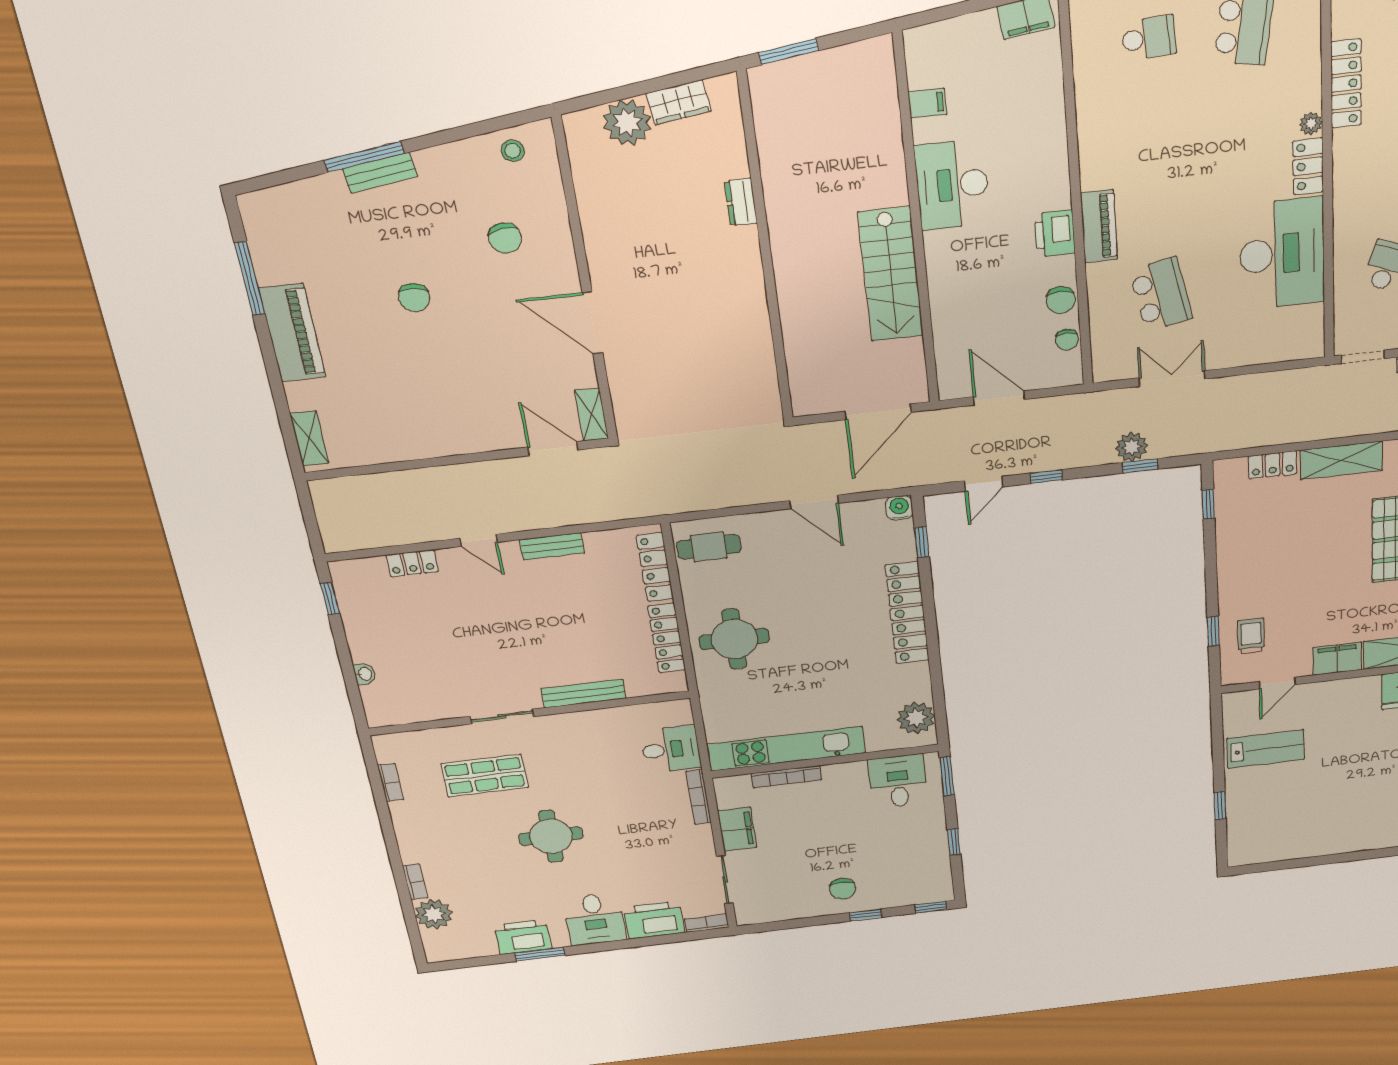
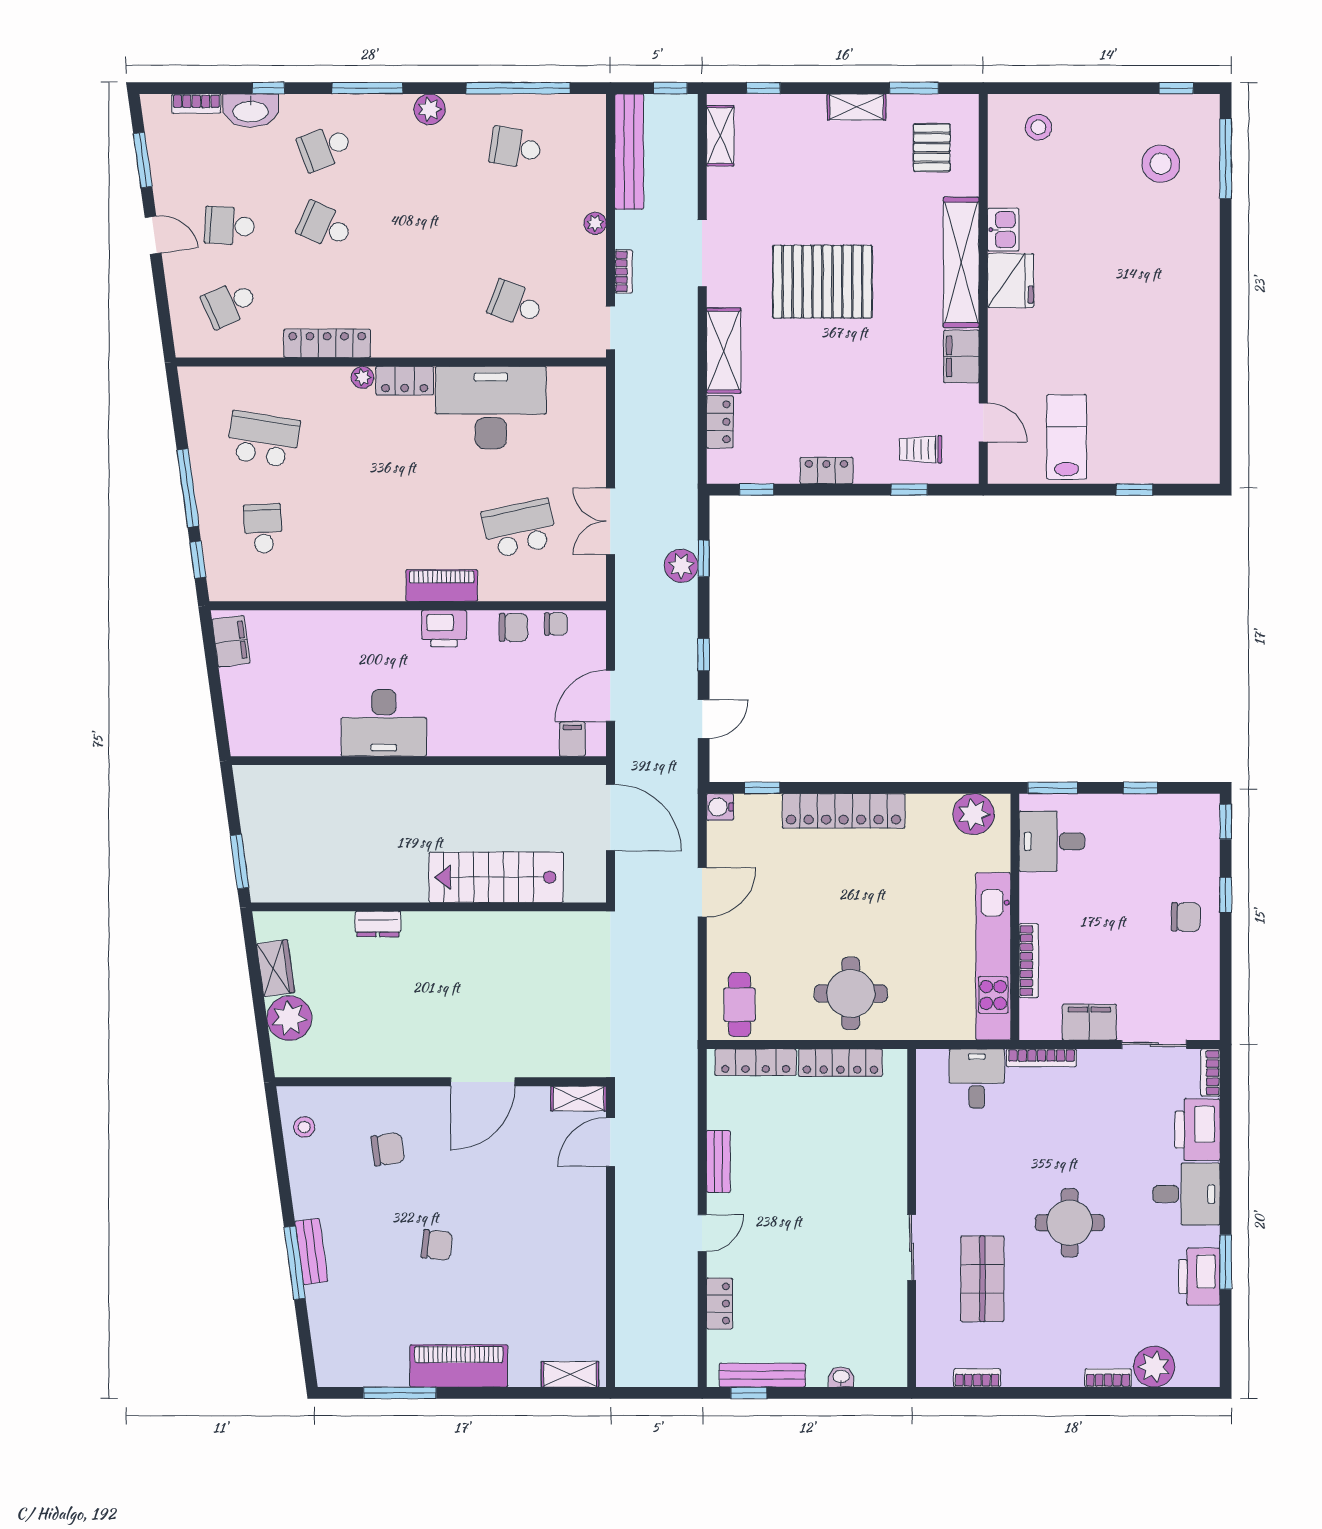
filing cabinet: (927, 103) -> (572, 739), moved
stairs: (891, 274) -> (496, 877), moved, turned 180
door: (984, 484) -> (704, 719), hinge flipped
locker: (1229, 561) -> (826, 471), added
bench: (584, 694) -> (762, 1375), moved, turned 90

